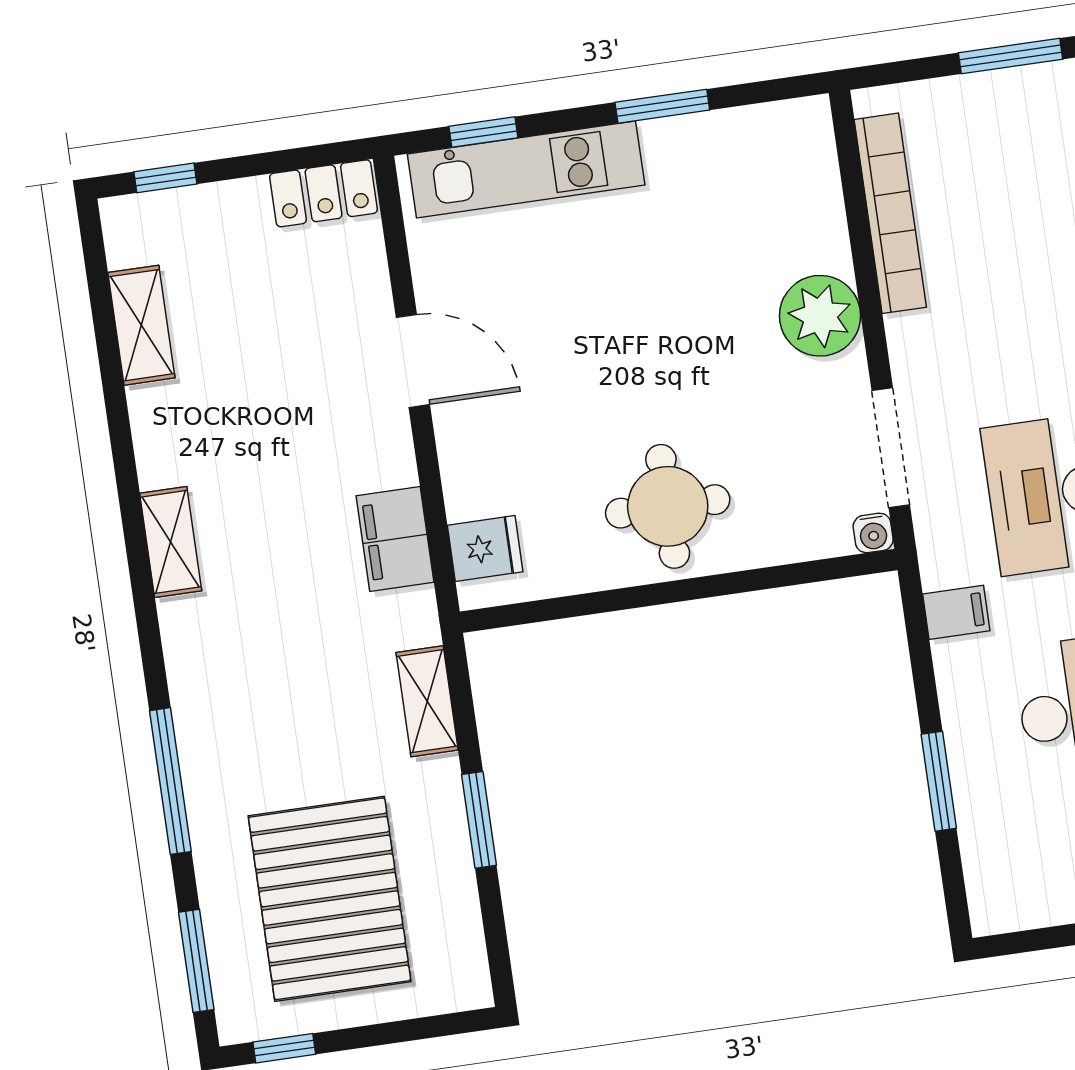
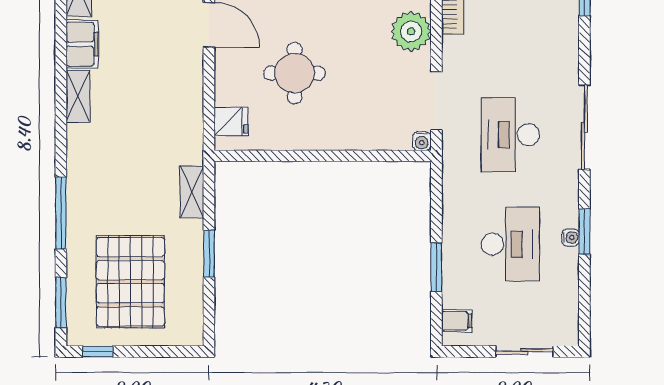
round table: (668, 506) -> (295, 73), moved
filing cabinet: (395, 539) -> (82, 44), moved, turned 180
filing cabinet: (956, 612) -> (457, 321), moved

